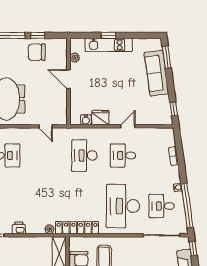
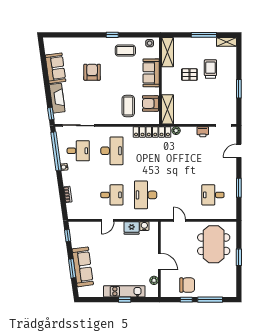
window: (167, 57) -> (72, 268), moved
desk: (84, 155) -> (146, 195), turned 180
desk: (123, 206) -> (112, 151), width x0.73, depth x0.77

